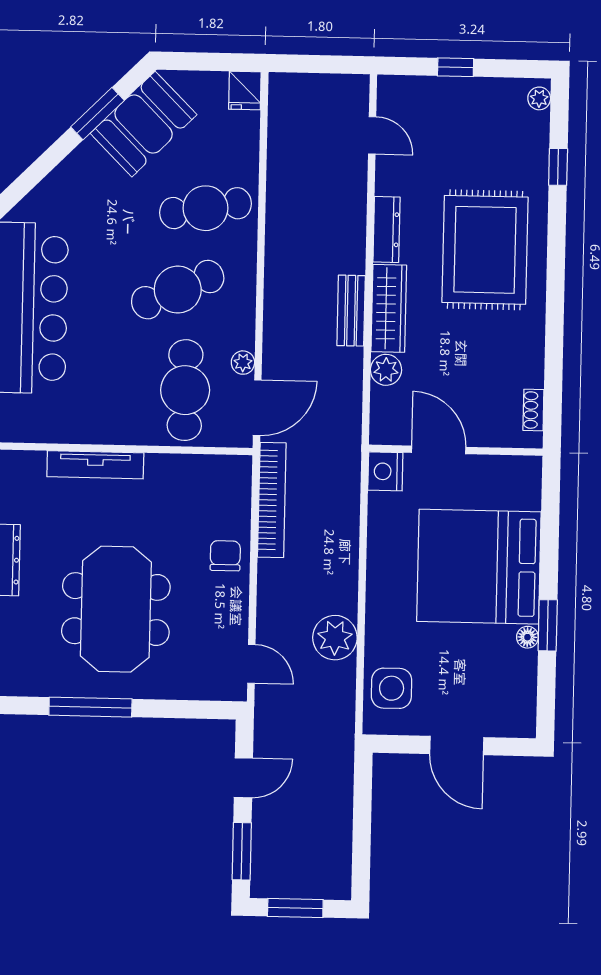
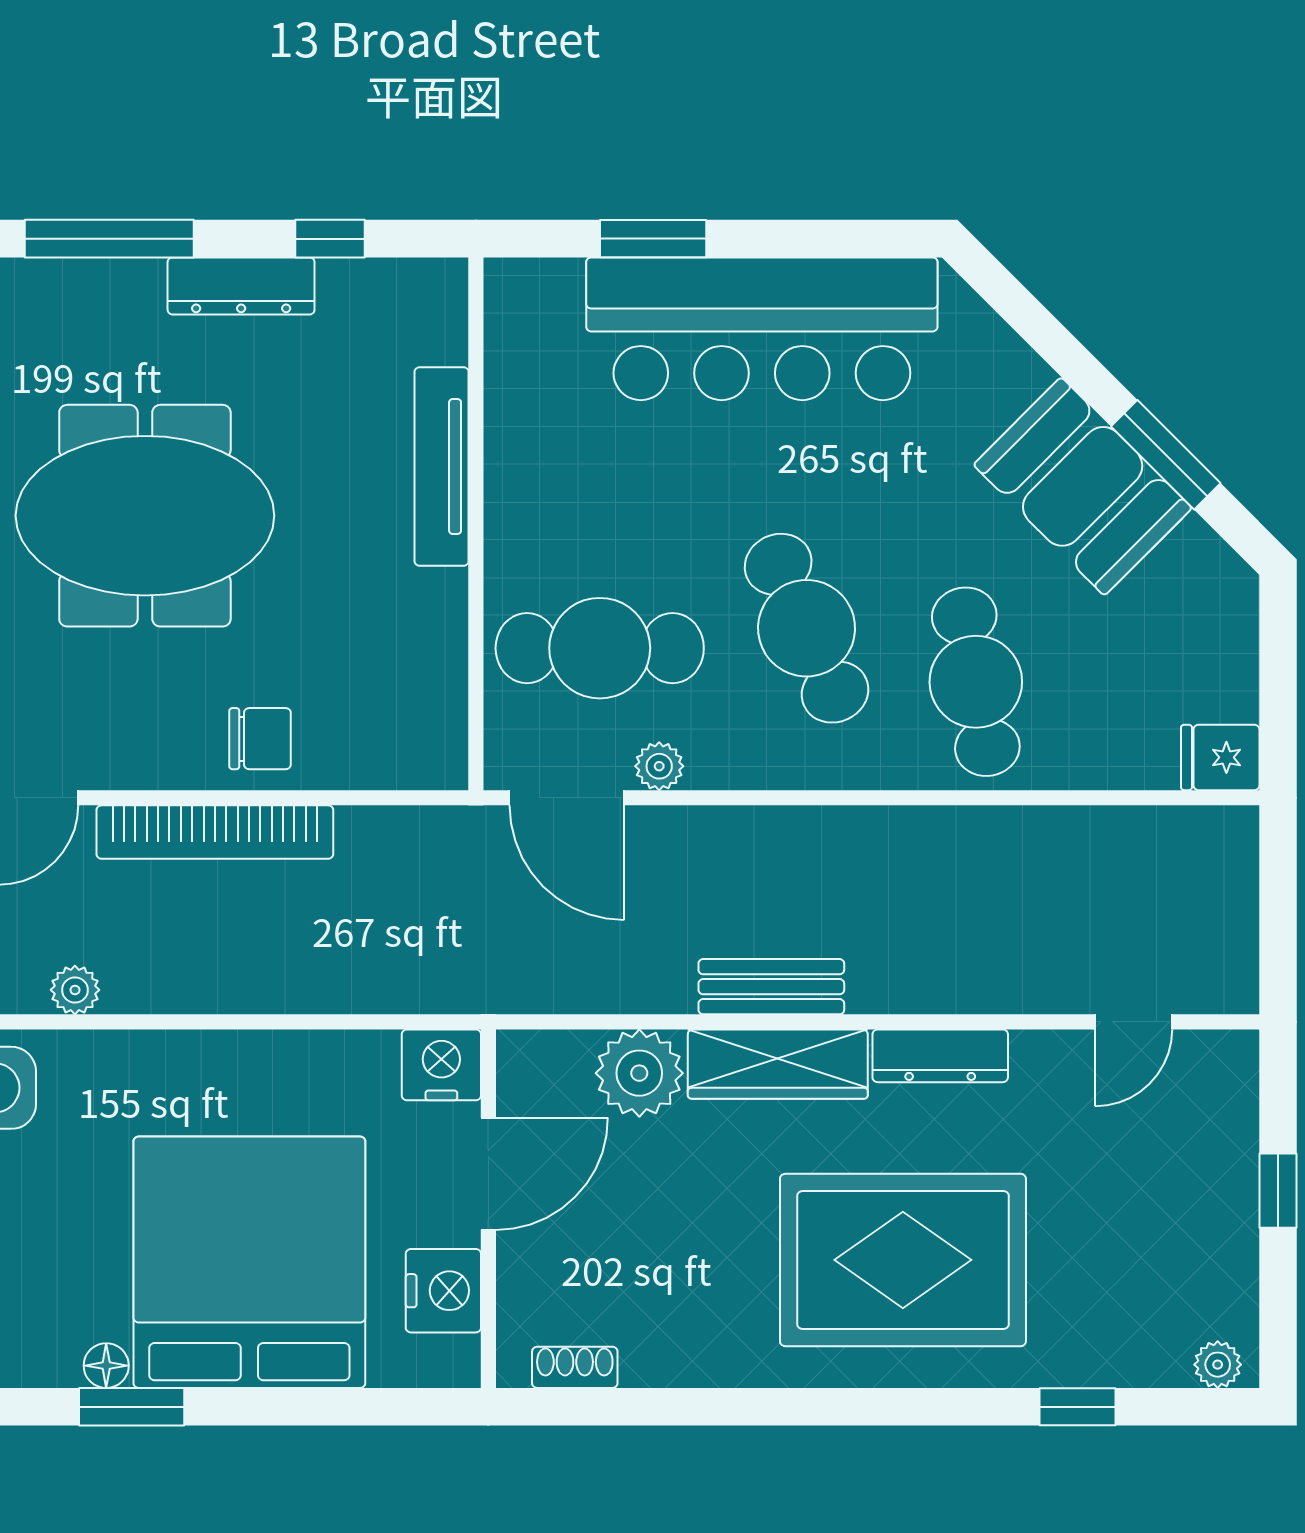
booth: (144, 124) -> (1083, 486), moved
plant: (386, 370) -> (639, 1073), width x1.36, depth x1.36
nightstand: (495, 473) -> (443, 1291), added
bookcase: (272, 500) -> (215, 832), moved
plant: (335, 638) -> (75, 990), width x0.53, depth x0.53

